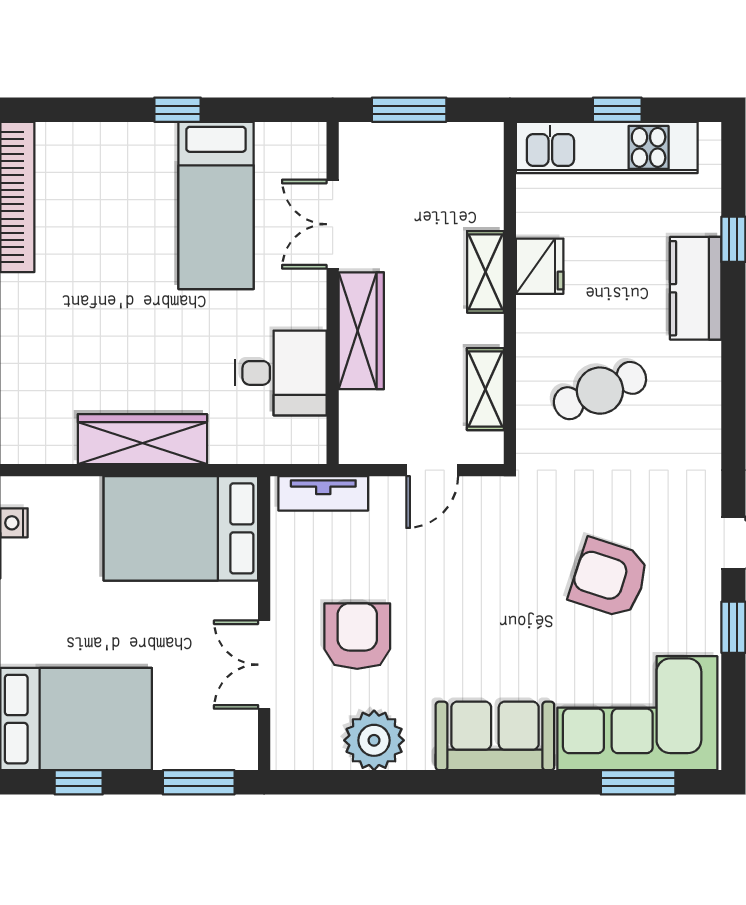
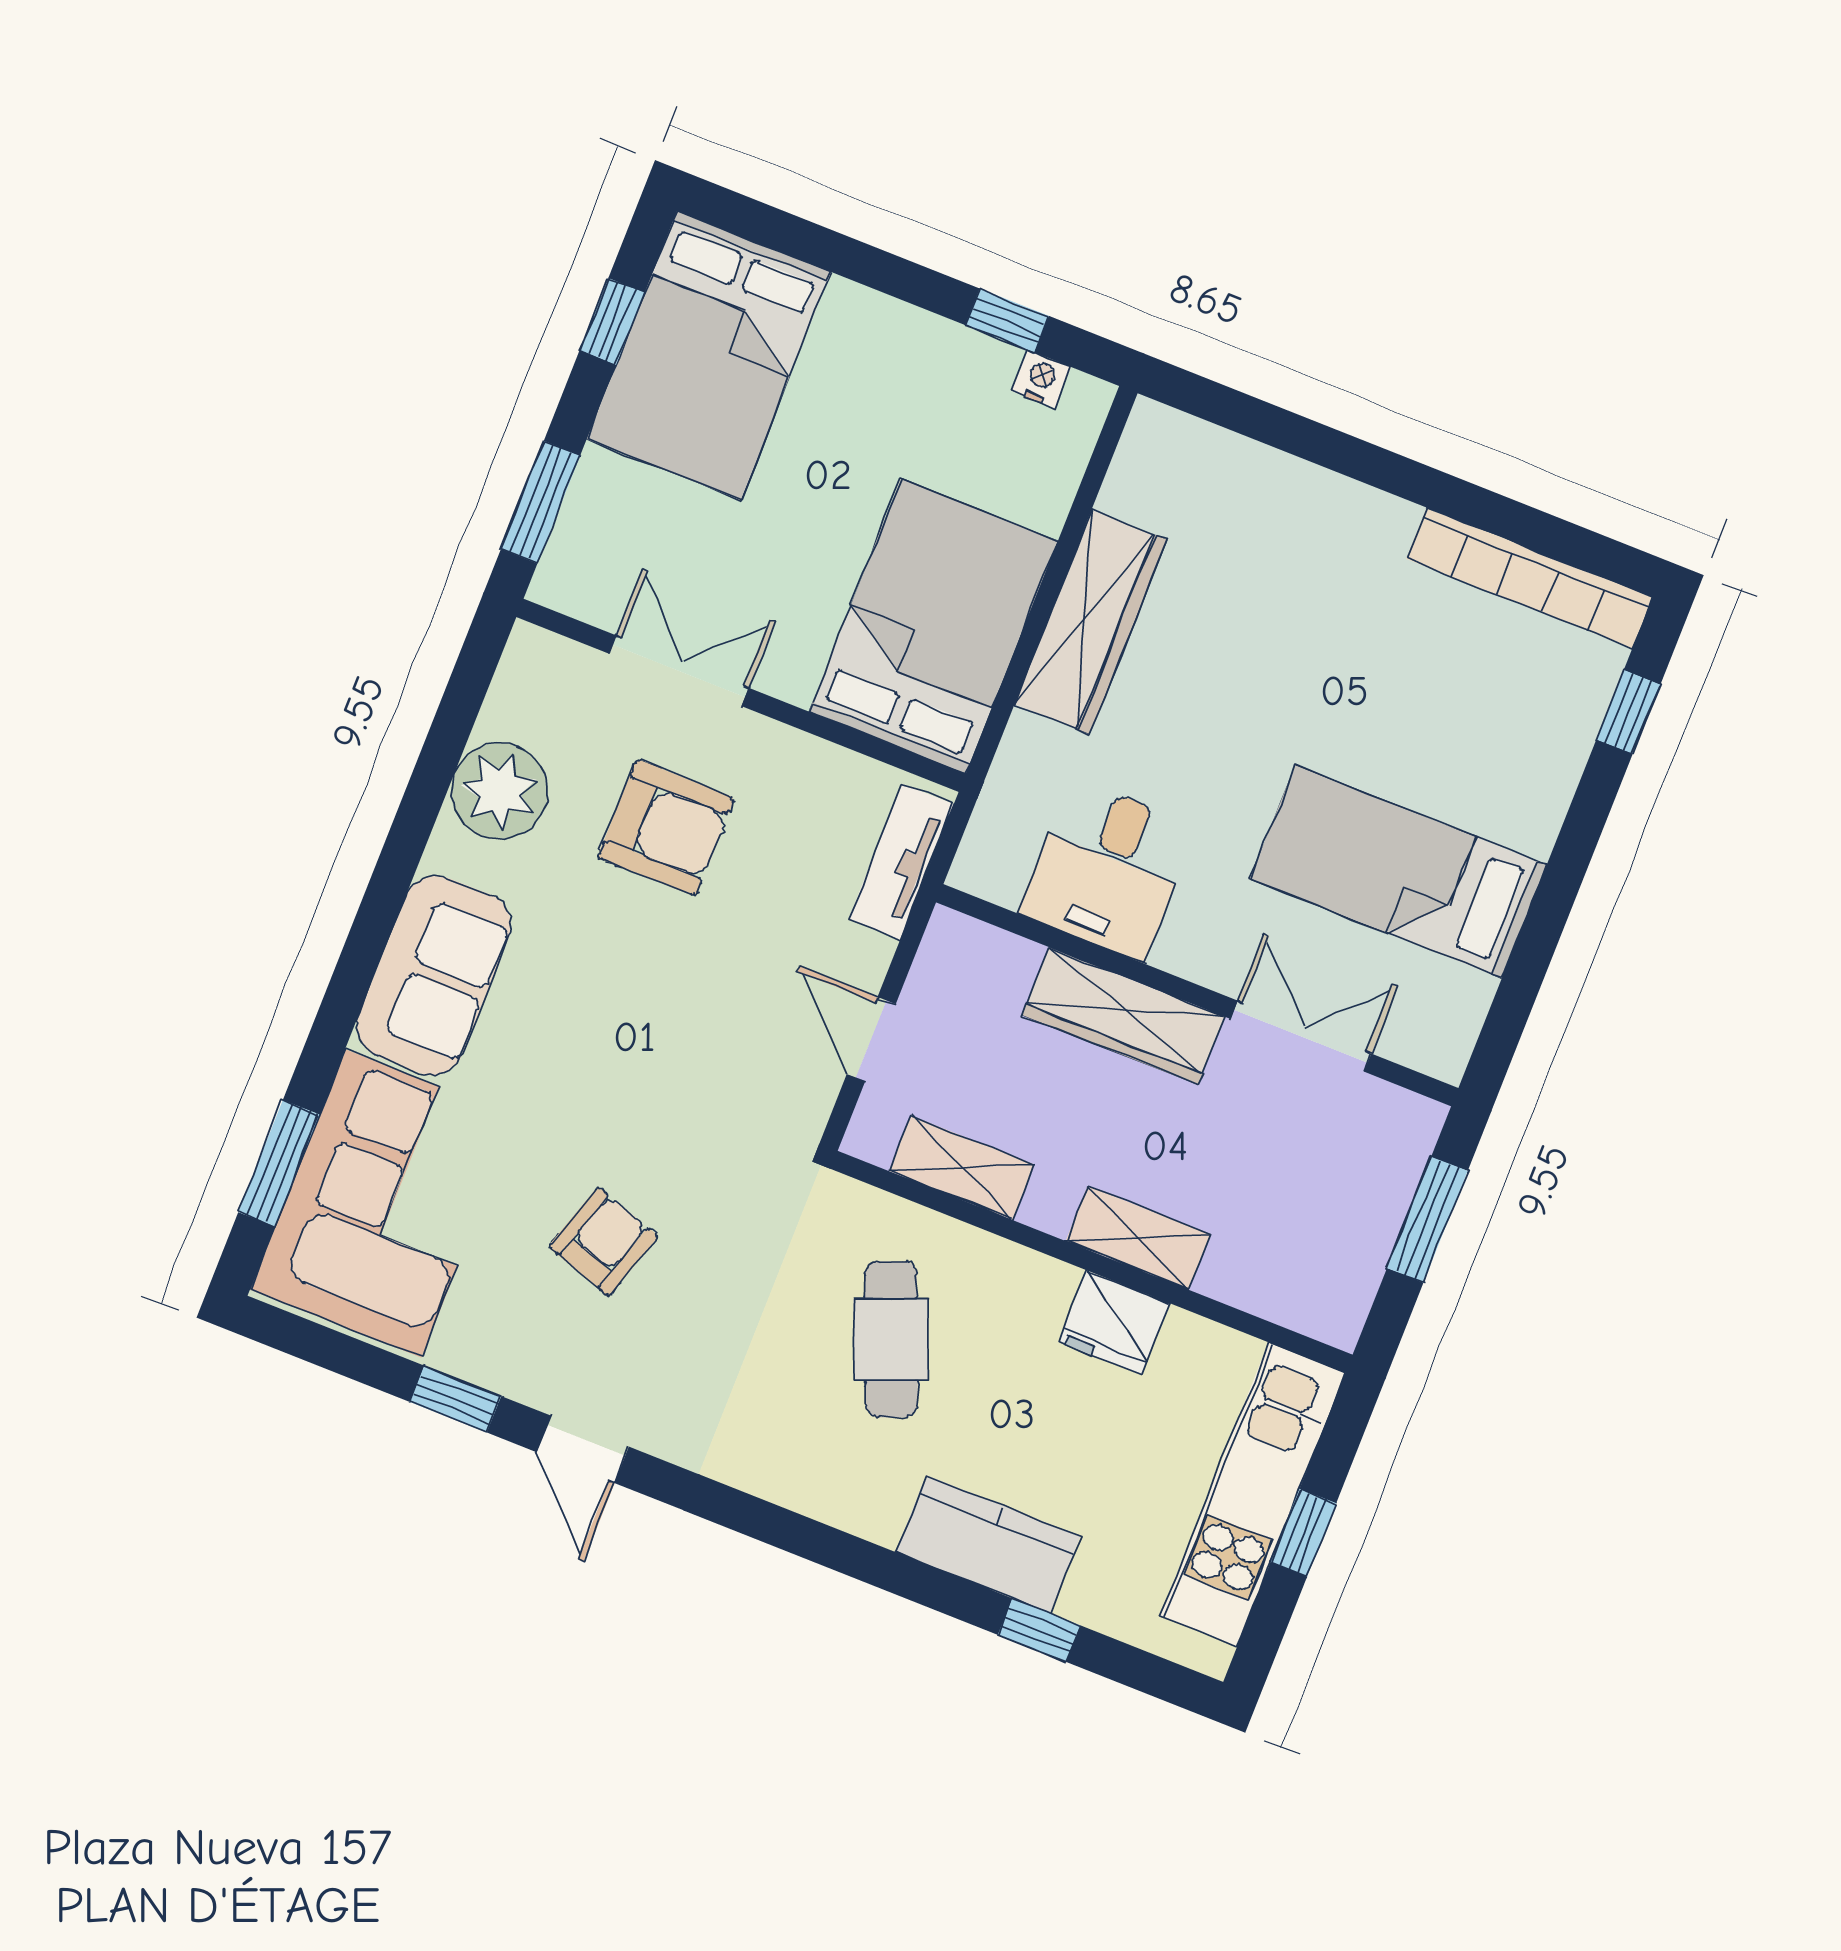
window: (177, 110) -> (1628, 712), moved
armchair: (609, 578) -> (603, 1241), width x0.72, depth x0.72

